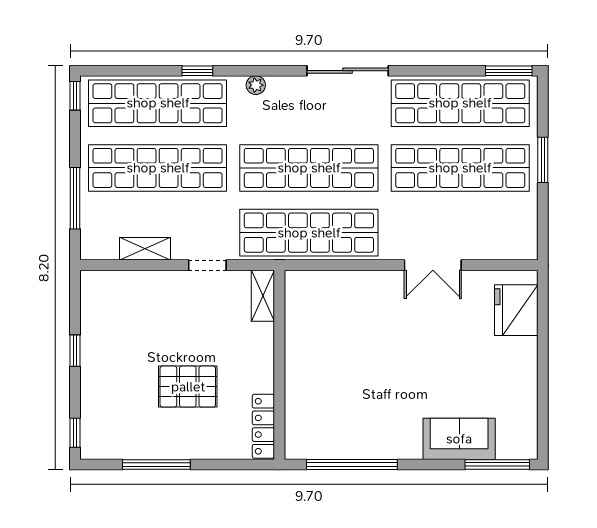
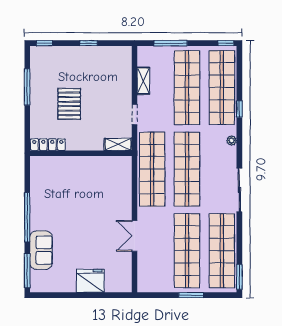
fridge: (516, 310) -> (90, 281), moved
window: (352, 465) -> (27, 217), moved

